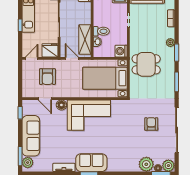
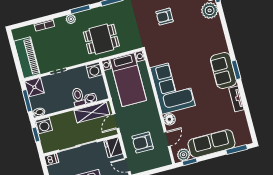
dining table: (146, 64) -> (101, 39), turned 90
armchair: (47, 77) -> (143, 142), turned 180
plant: (28, 163) -> (183, 155), moved

